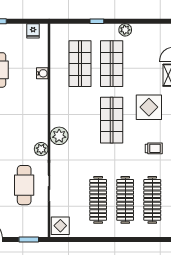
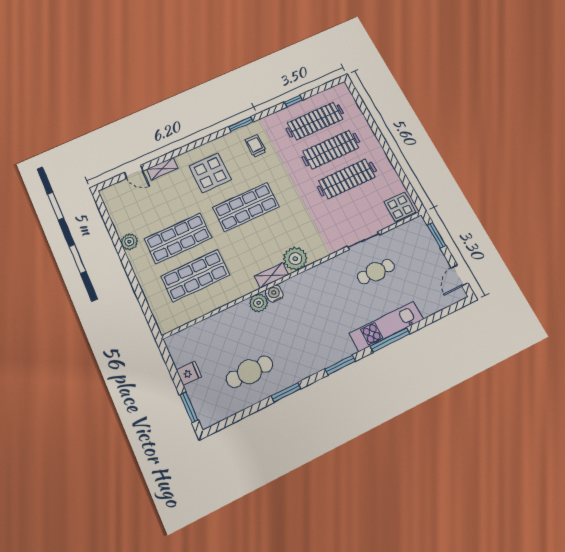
window: (97, 21) -> (133, 280), removed
fridge: (33, 31) -> (189, 373), moved
water cooler: (42, 73) -> (274, 294), moved
shelving: (55, 114) -> (272, 275), added
plant: (41, 149) -> (259, 303), moved
cafe table: (24, 185) -> (376, 272), width x0.73, depth x0.74

